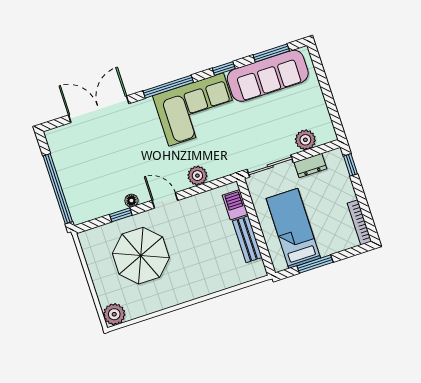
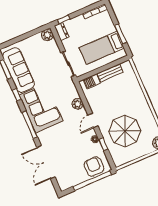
plant: (305, 140) -> (47, 35), moved
dresser: (310, 165) -> (62, 32), moved
armchair: (83, 194) -> (94, 167), added

